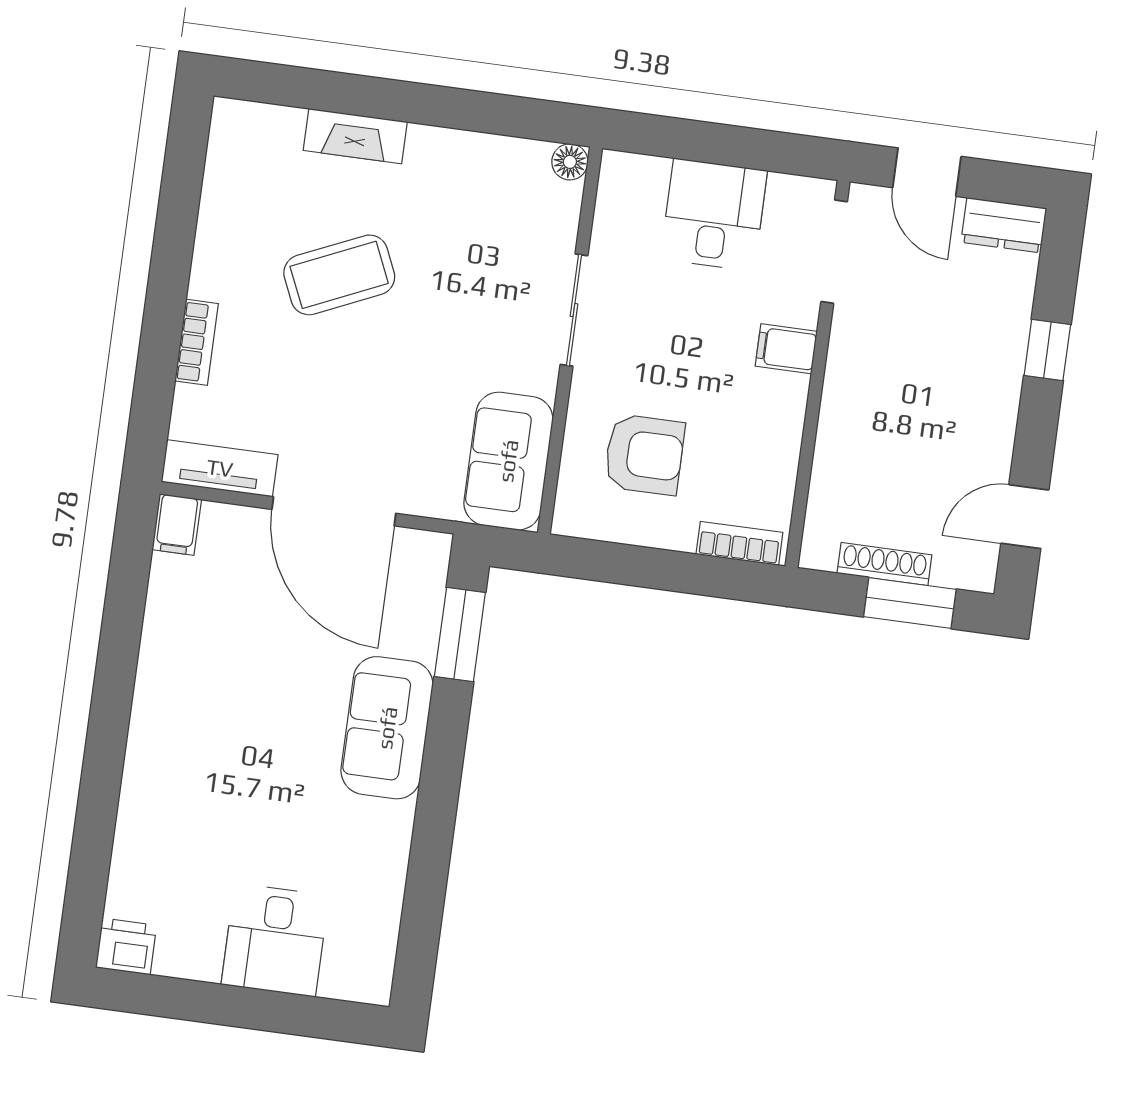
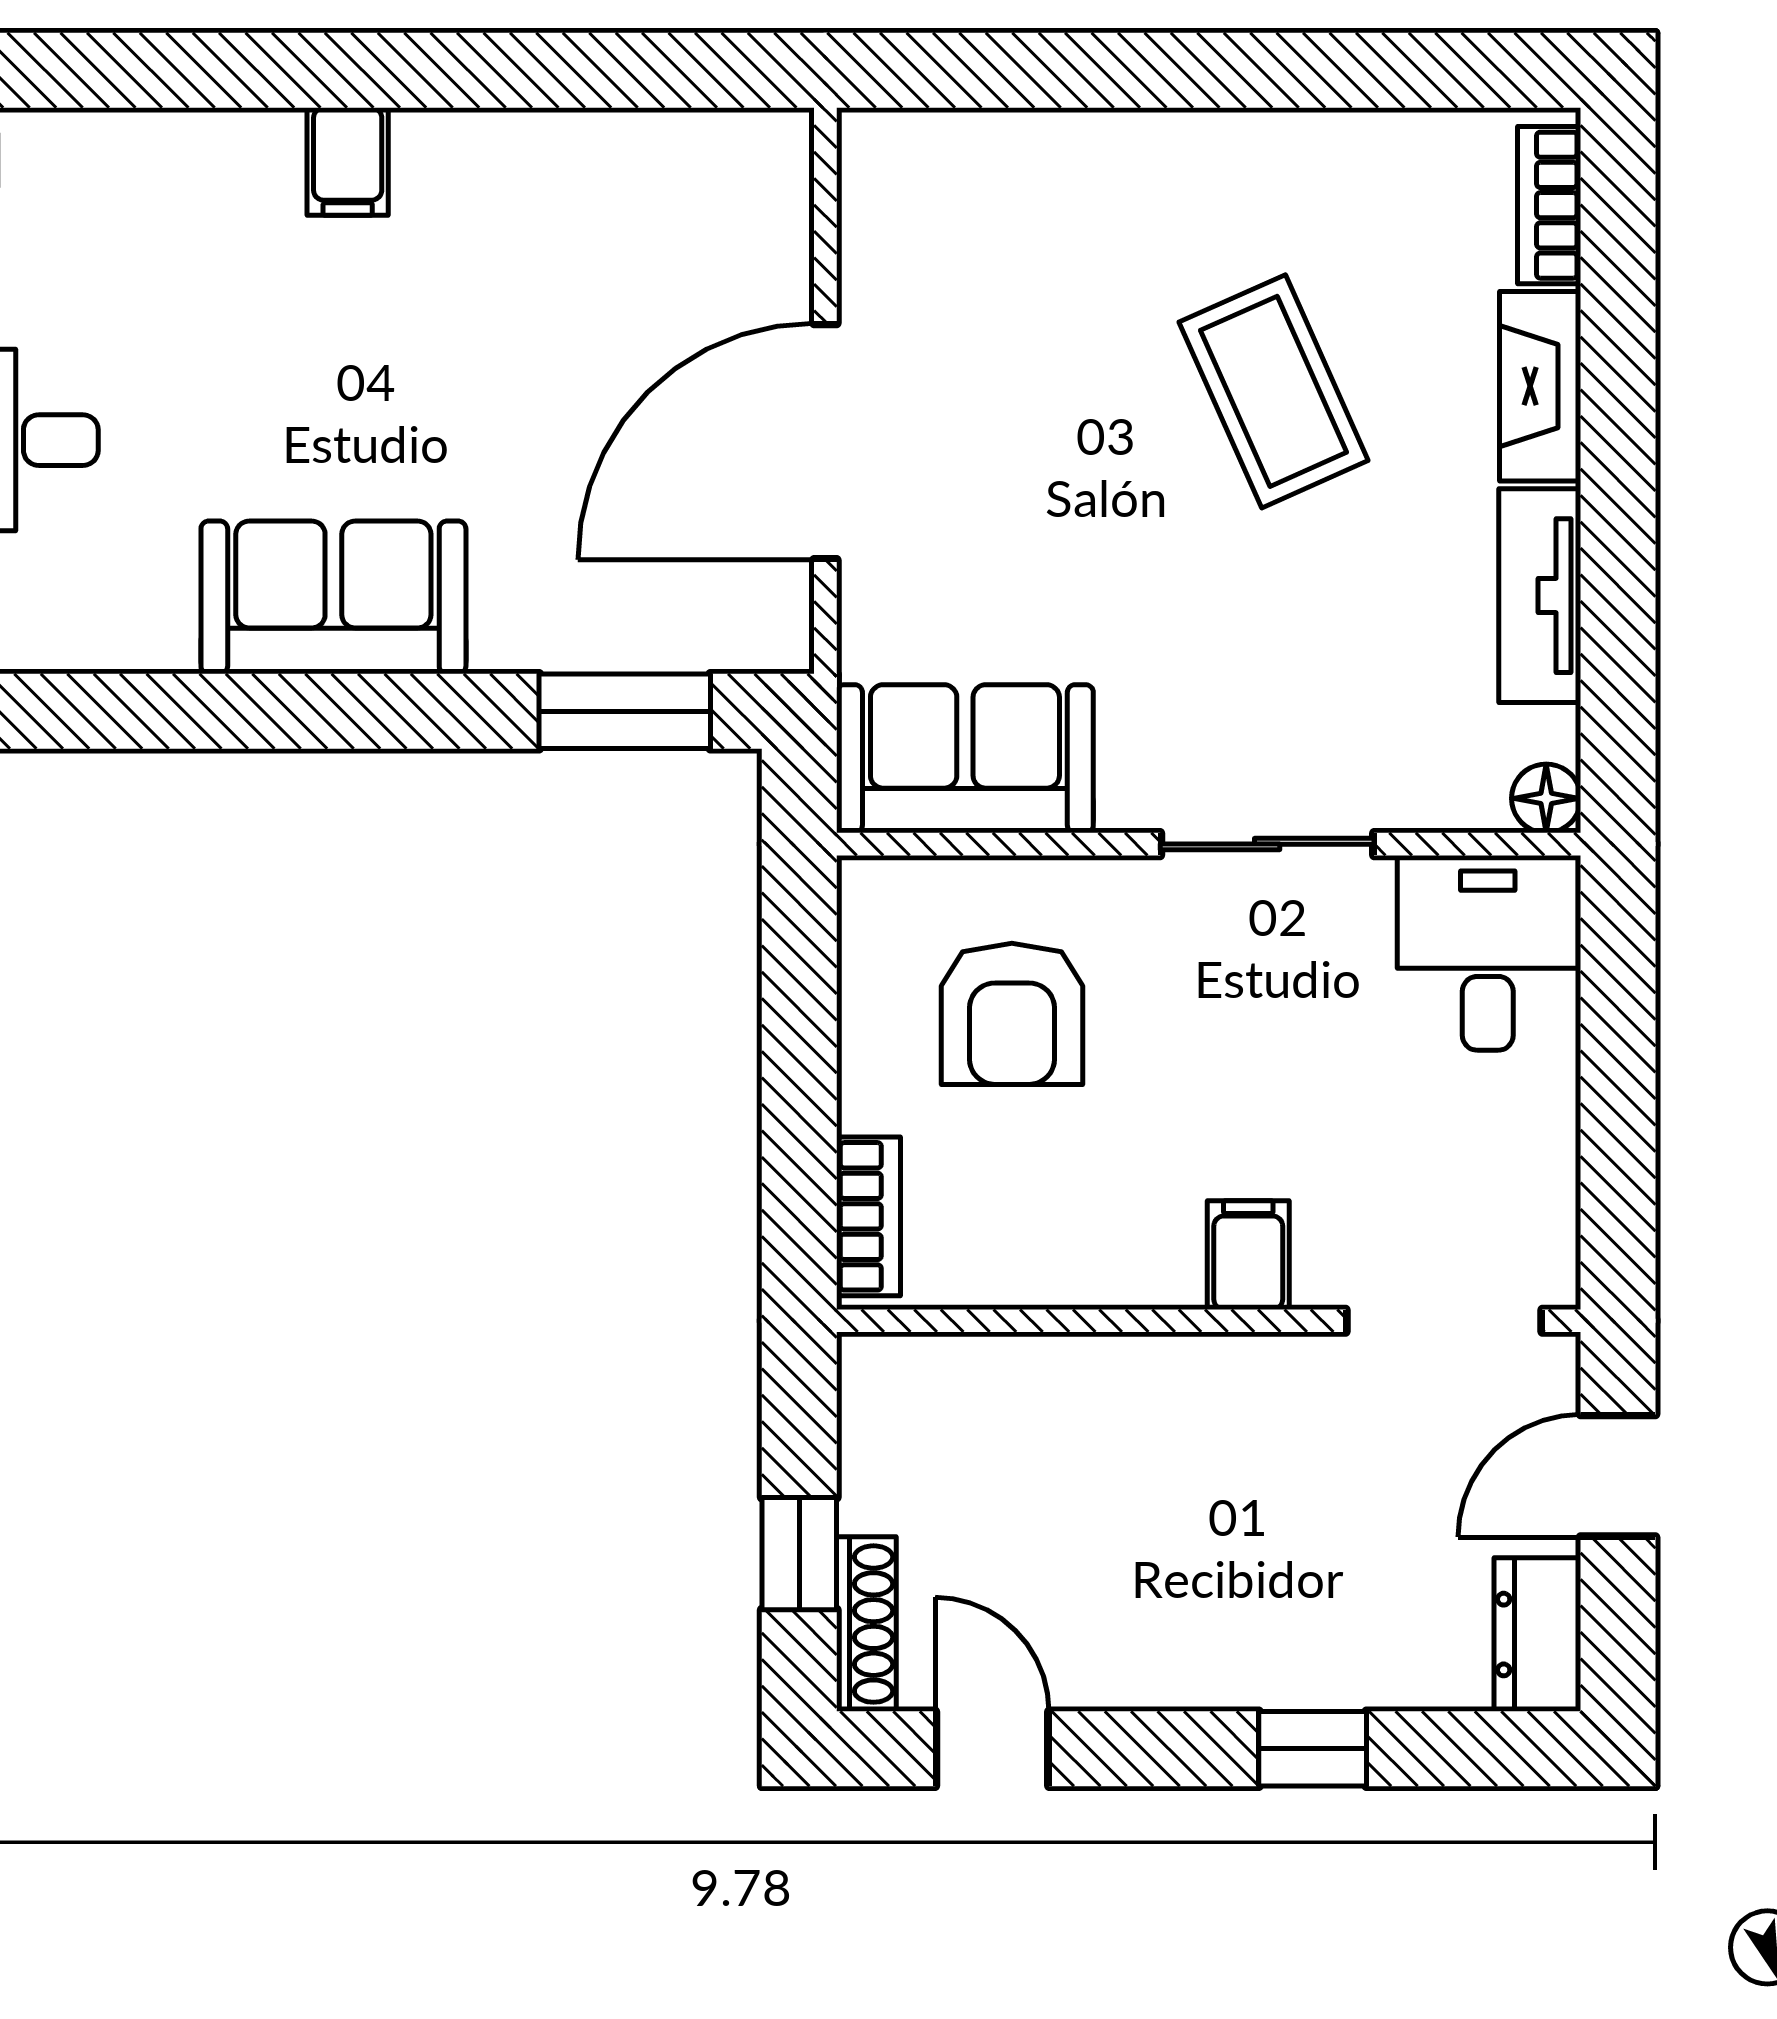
desk: (714, 215) -> (1488, 953), moved, turned -90
bookcase: (197, 342) -> (1549, 205), moved, turned 90
tv unit: (220, 468) -> (1540, 596), moved, turned 180
filing cabinet: (177, 525) -> (348, 162), moved, turned -90
shoe rack: (884, 564) -> (866, 1624), moved
window: (910, 603) -> (799, 1554), width x0.67
sofa: (387, 728) -> (333, 597), moved

